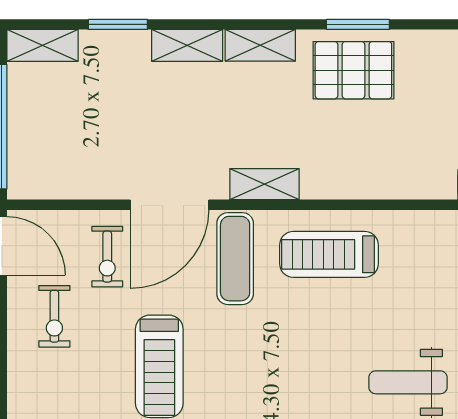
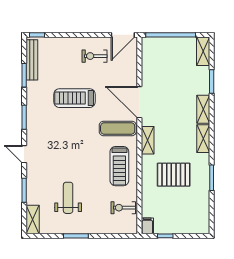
pallet: (353, 70) -> (174, 175), moved, turned 90
treadmill: (329, 254) -> (119, 166), turned 180
exercise bike: (107, 257) -> (123, 208), moved

